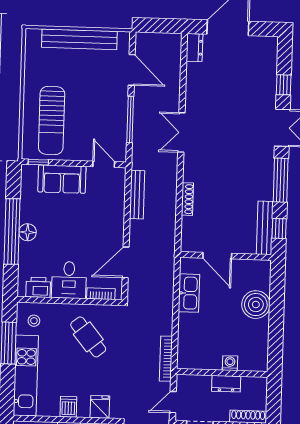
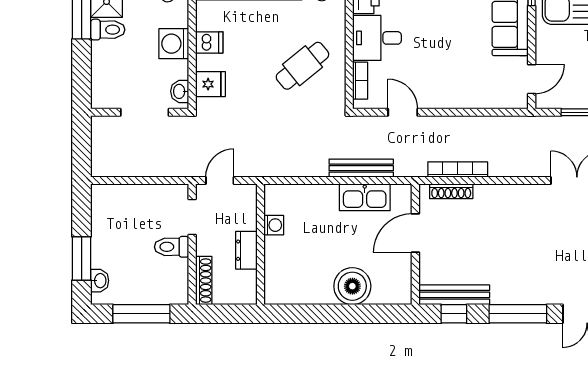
bench: (137, 195) -> (361, 168), moved
shoe rack: (187, 199) -> (451, 191), moved
door: (126, 262) -> (403, 112), width x0.73
bookcase: (166, 359) -> (458, 169), moved
washing machine: (230, 363) -> (274, 225), moved
door: (173, 402) -> (220, 181), hinge flipped

